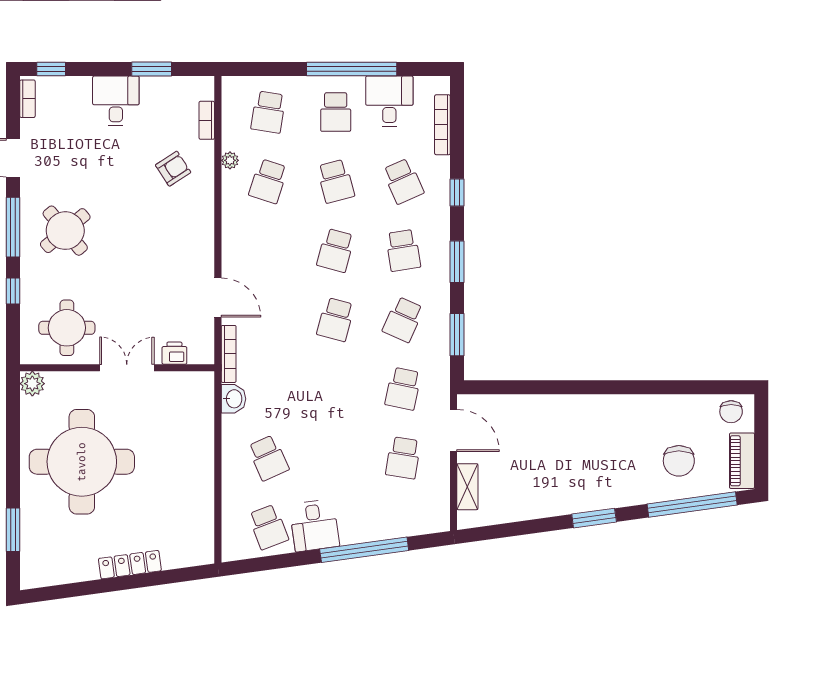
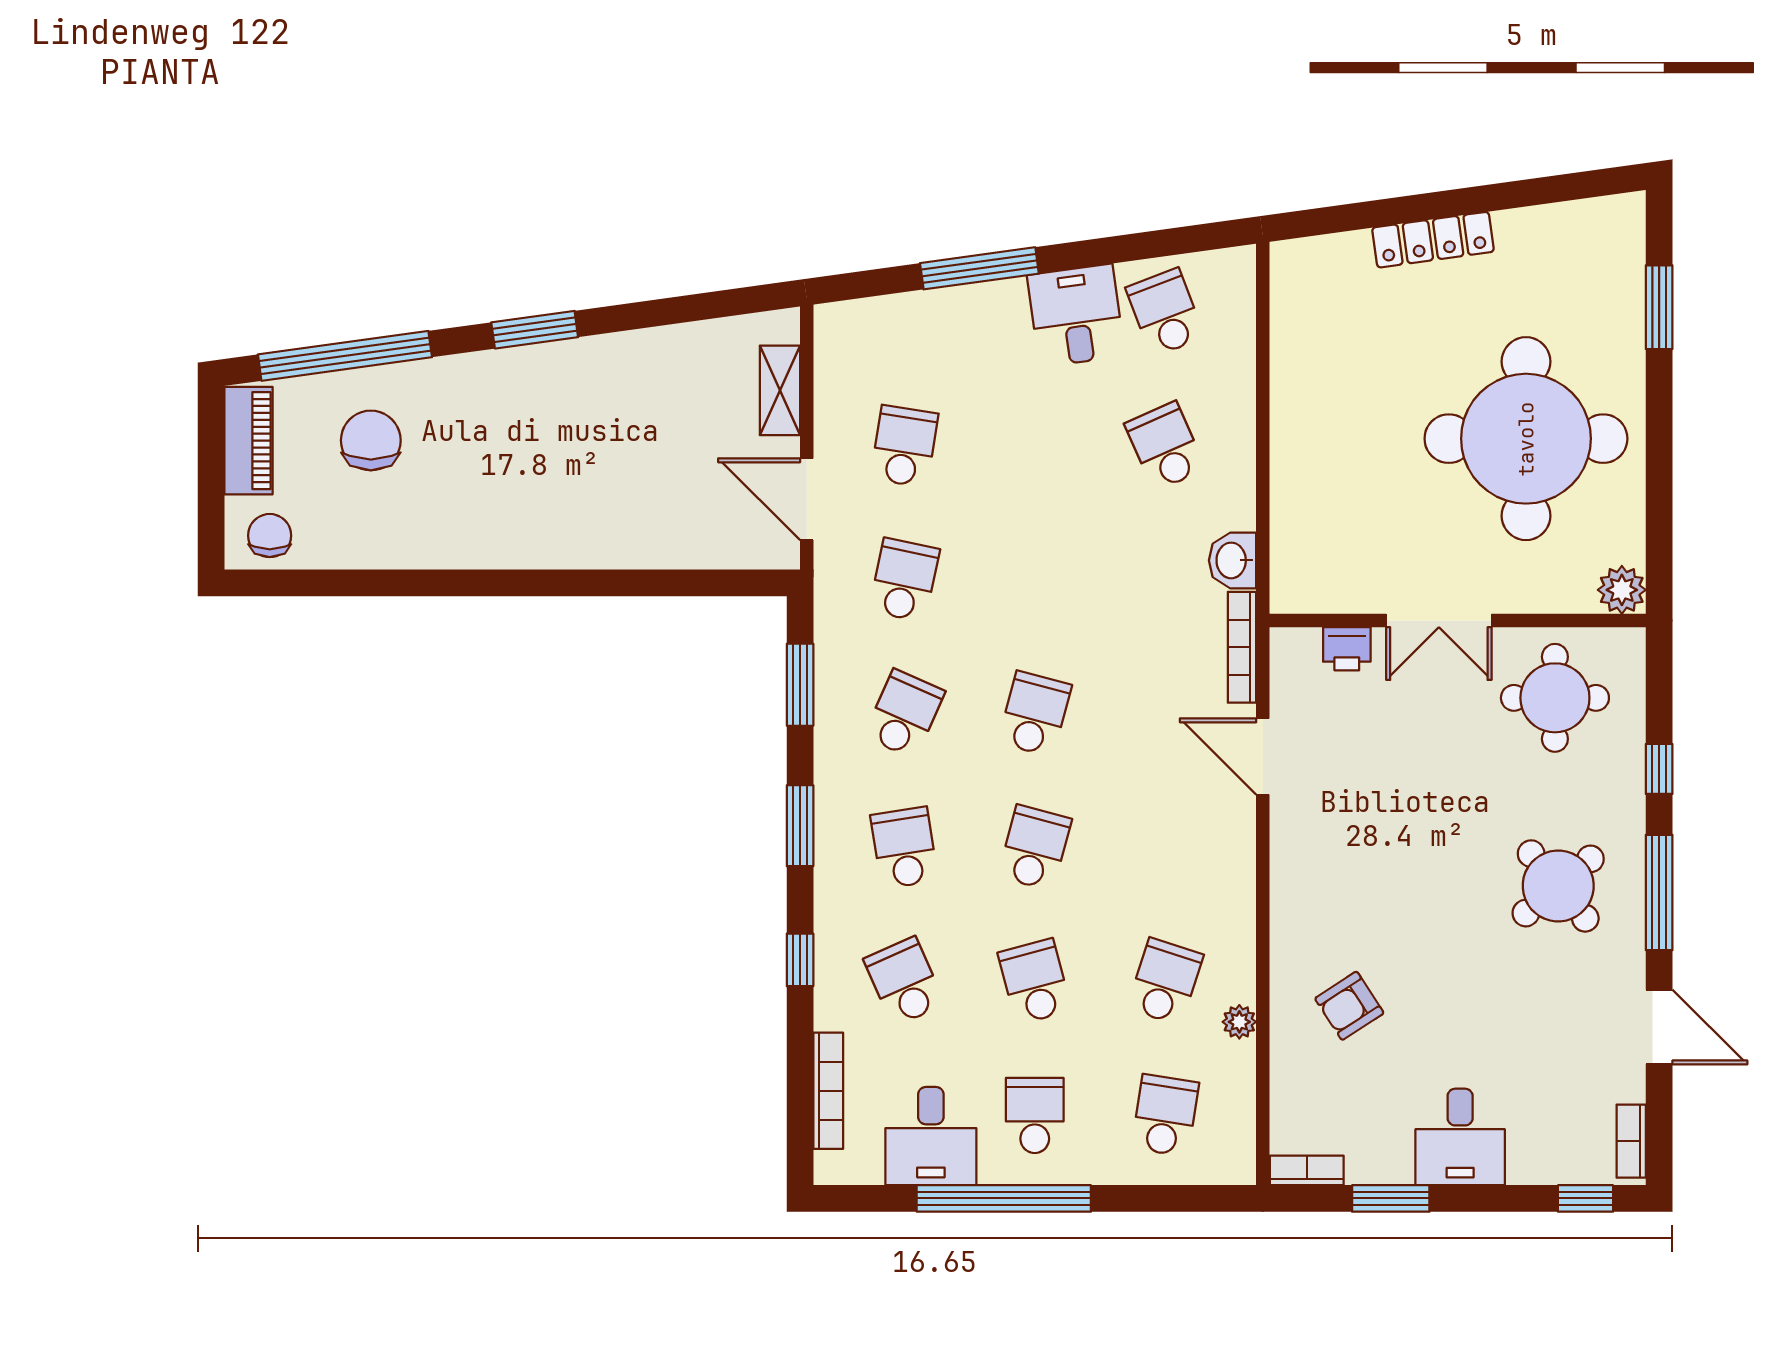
bookcase: (207, 120) -> (1307, 1170), moved, turned -90
window: (364, 550) -> (979, 268), width x0.68

